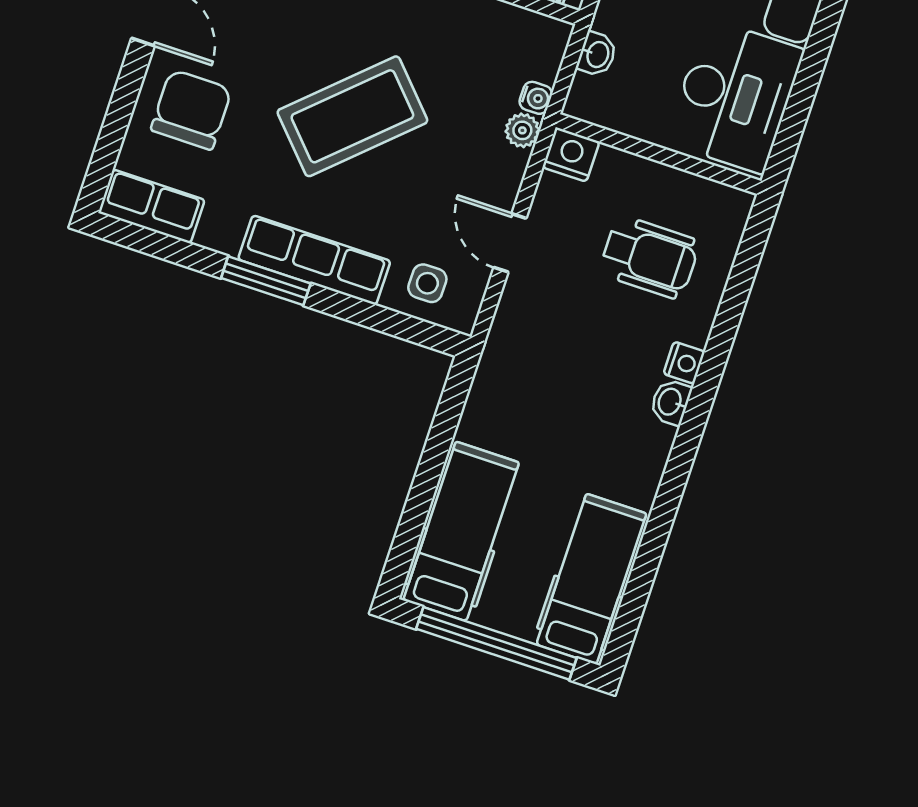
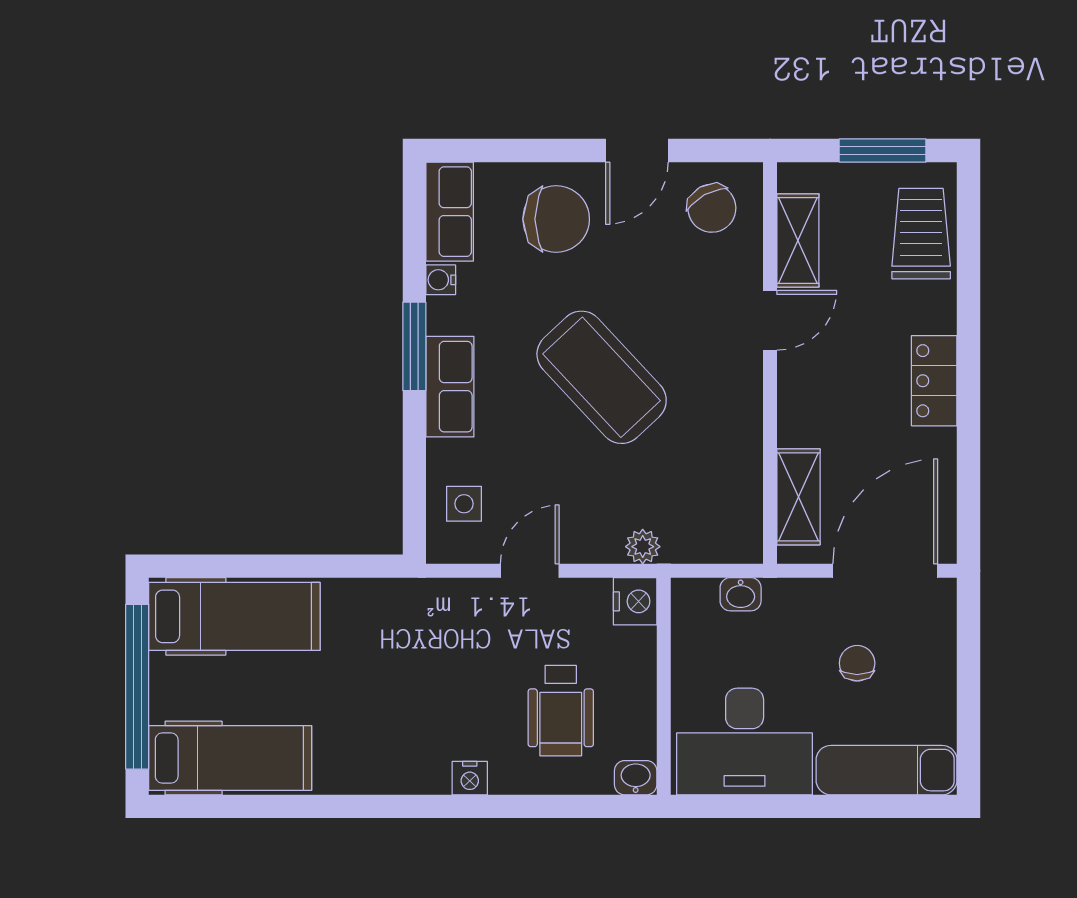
water cooler: (536, 98) -> (441, 280), moved, turned 90
row of seats: (314, 260) -> (450, 387), width x0.68
washbasin: (671, 402) -> (636, 778), moved

